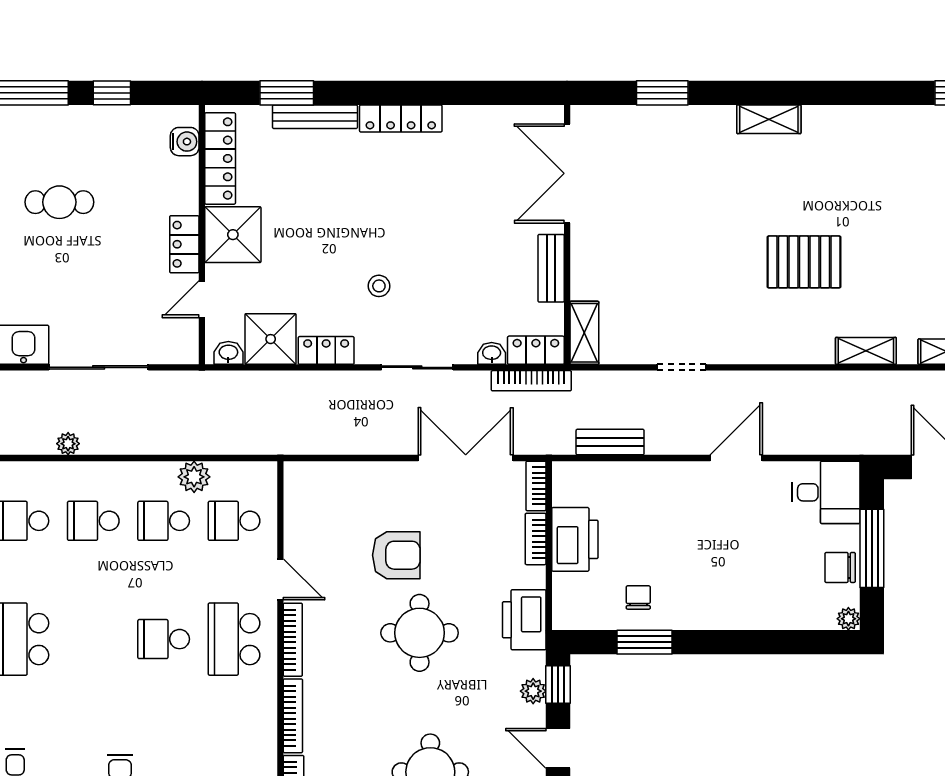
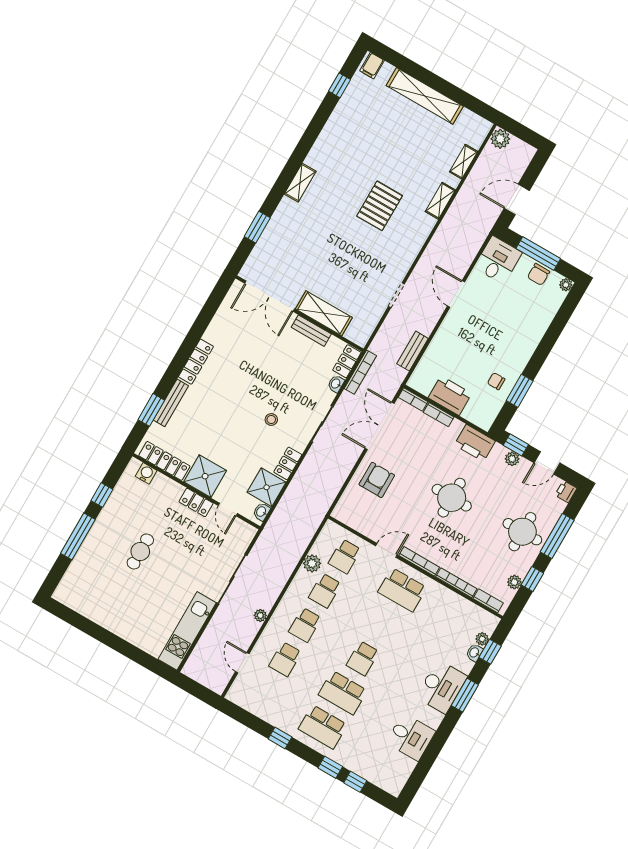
shelving: (584, 333) -> (324, 313), moved, width x1.50, depth x1.33
armchair: (396, 555) -> (377, 480), moved
school desk: (164, 639) -> (363, 658), moved

